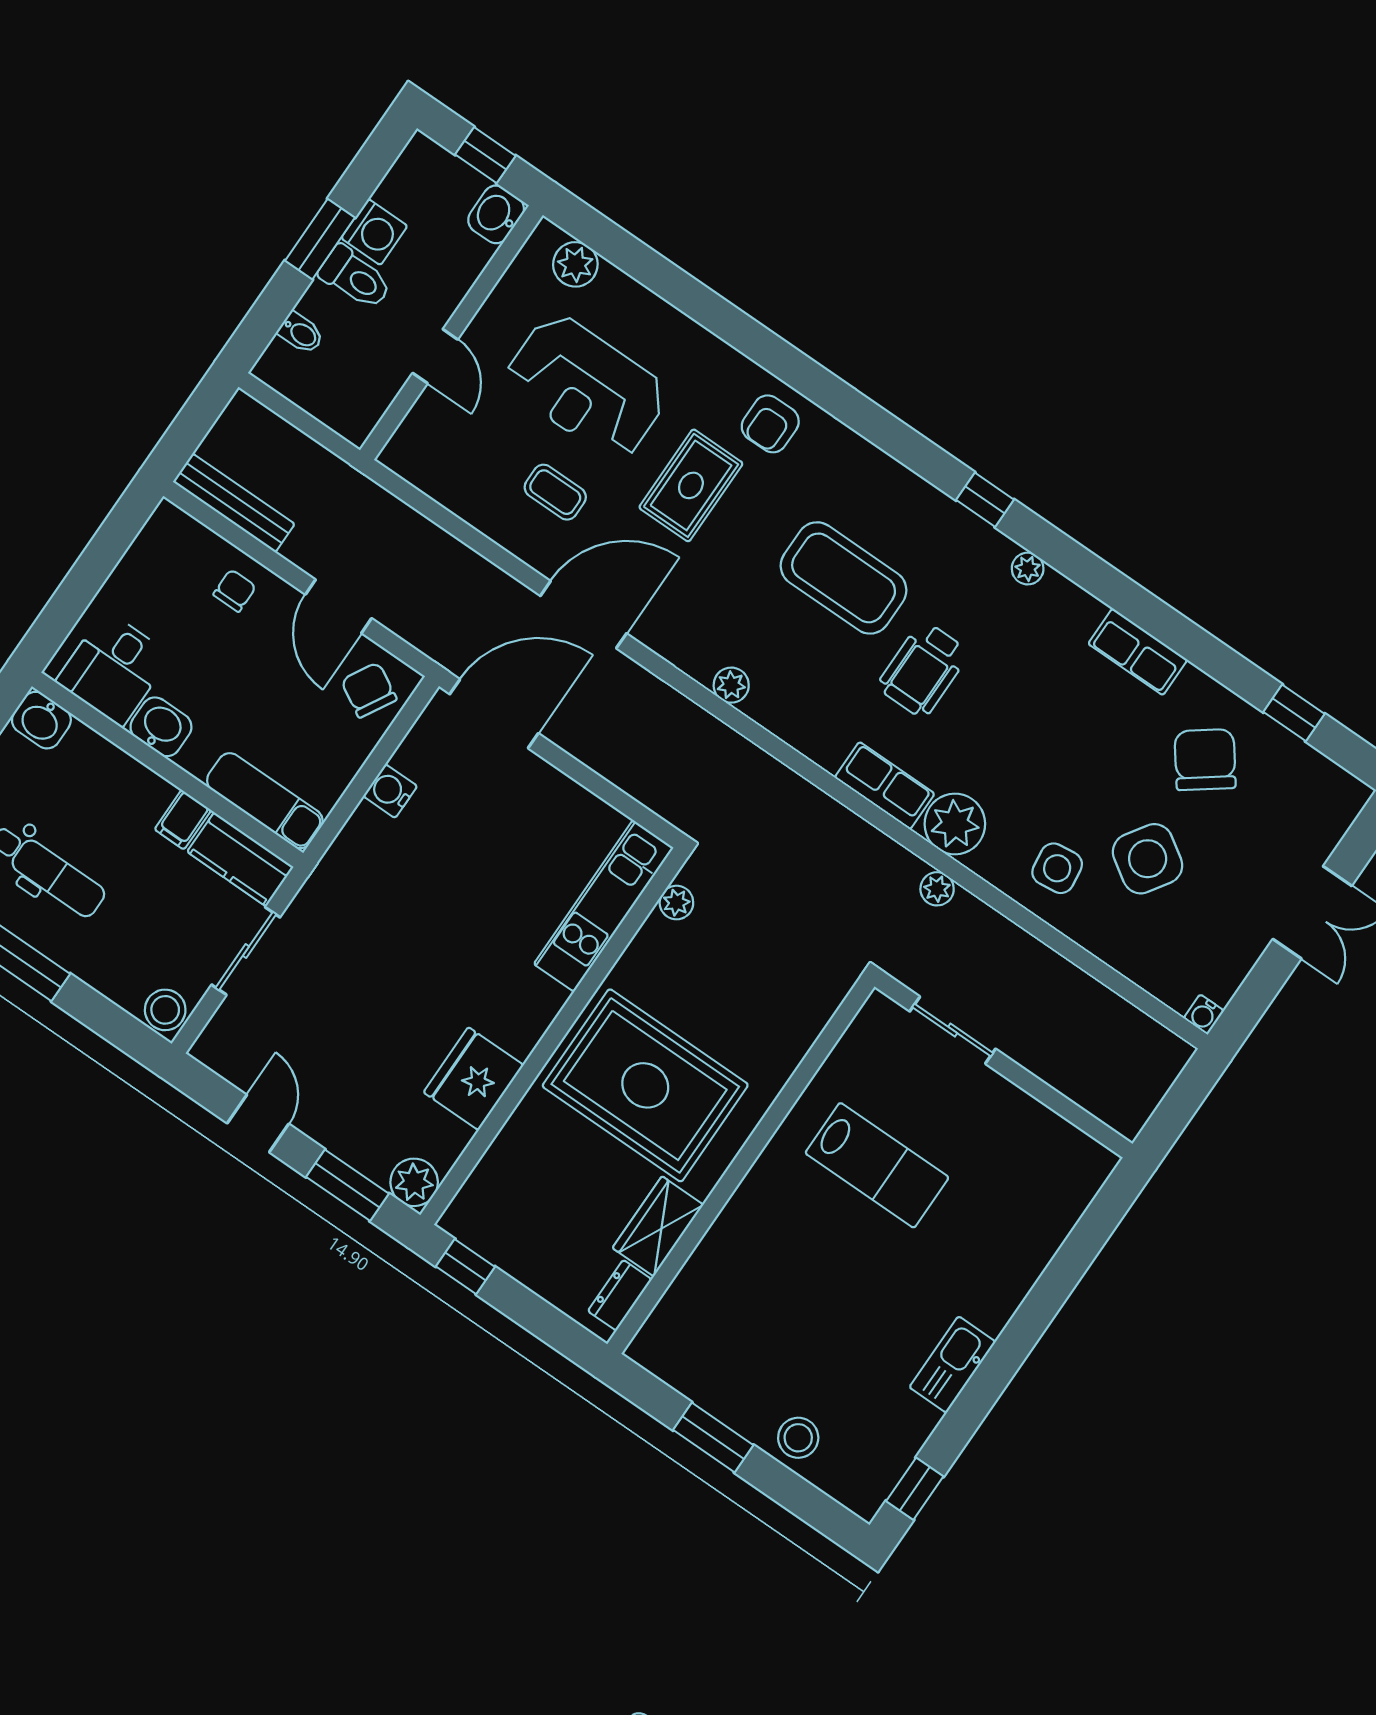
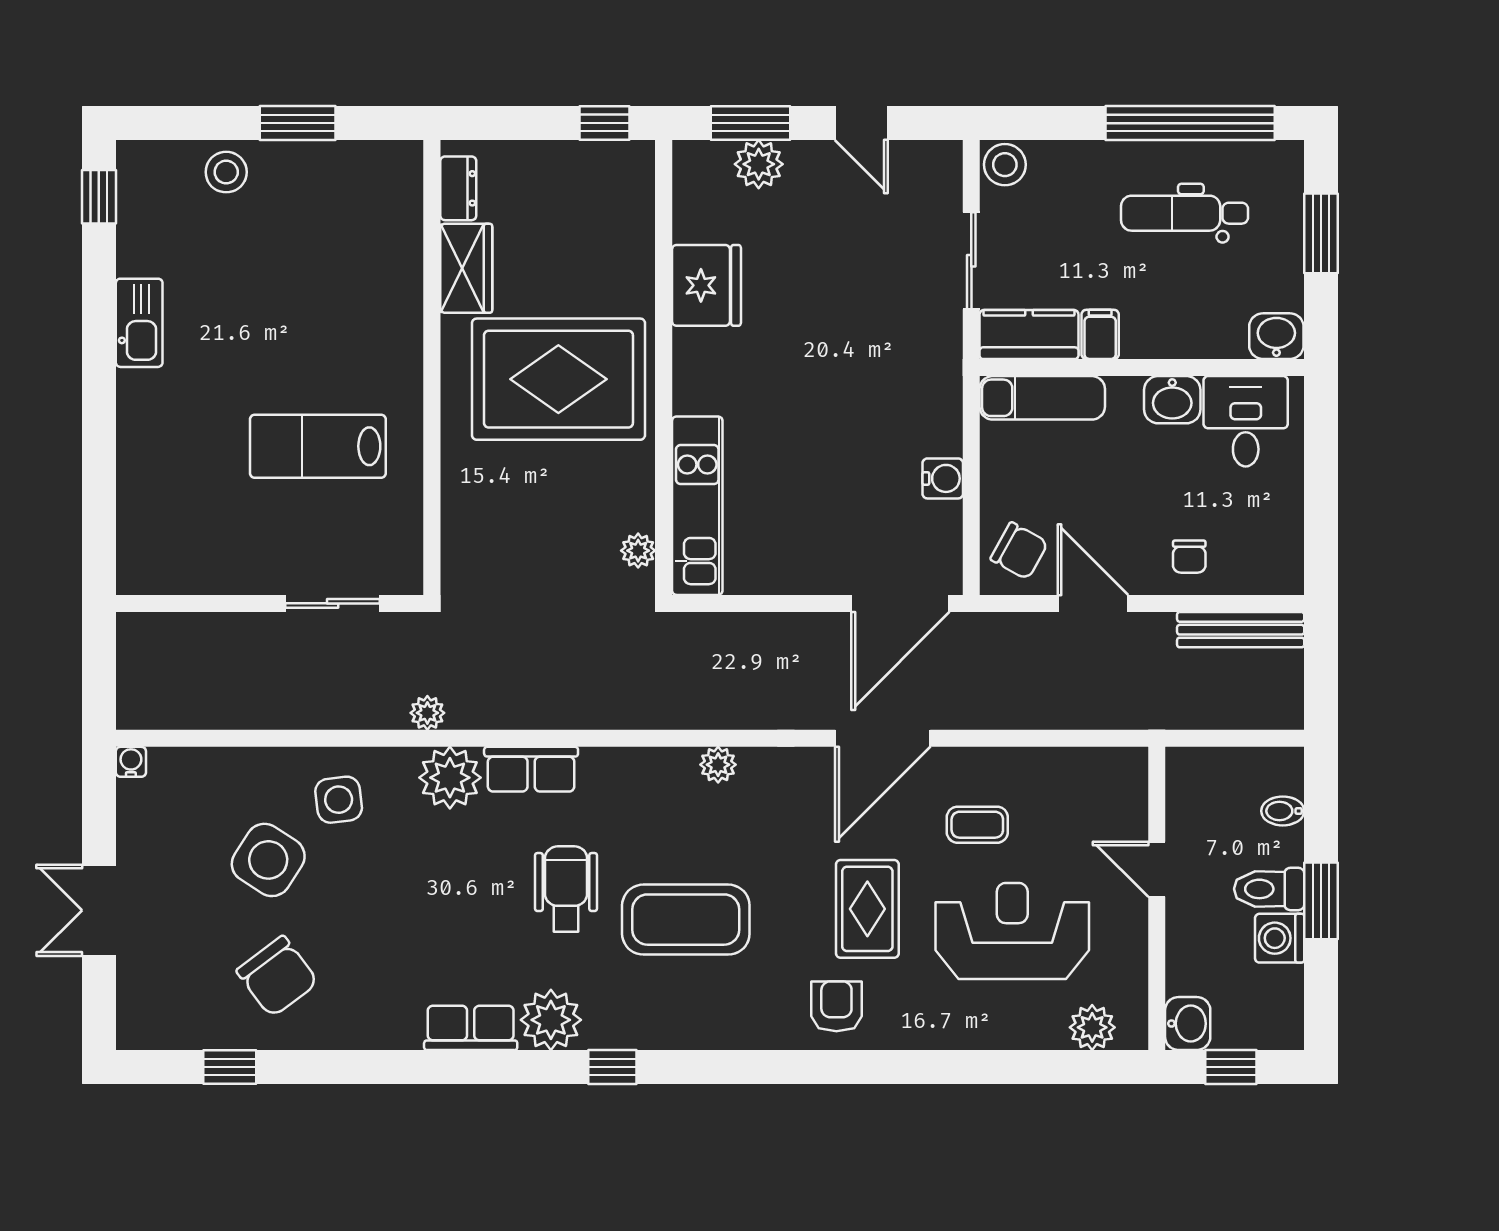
plant: (1028, 569) -> (551, 1020), width x1.87, depth x1.87
row of seats: (1138, 652) -> (471, 1028), moved
plant: (414, 1182) -> (759, 164), moved

